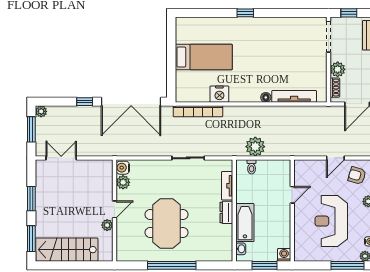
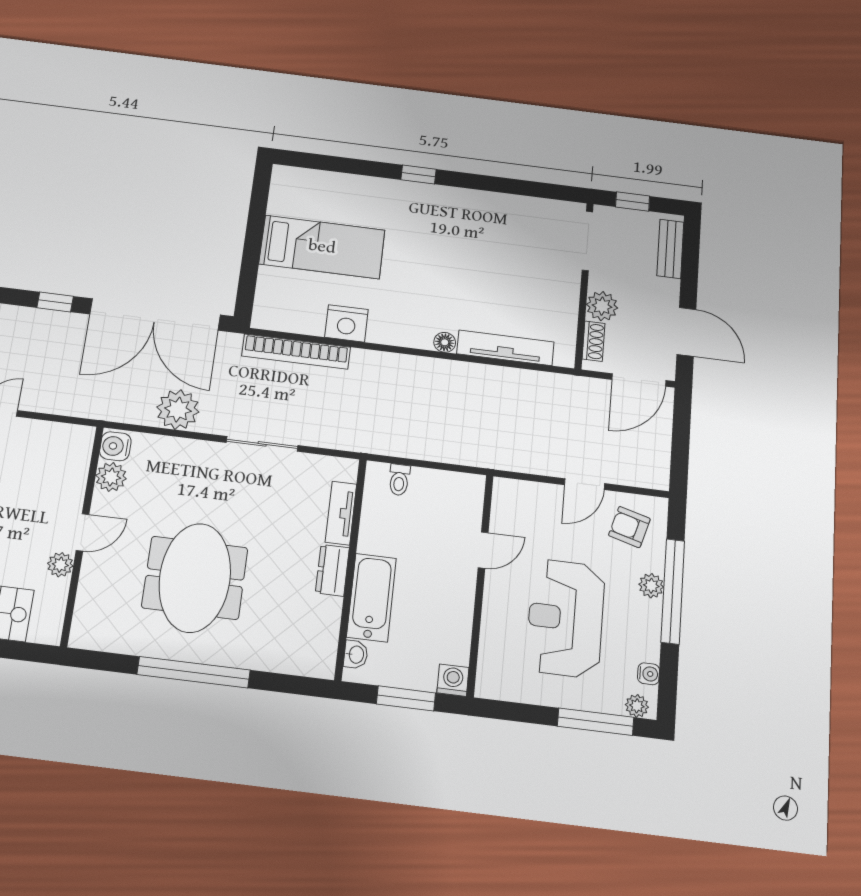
plant: (255, 147) -> (178, 410), moved

